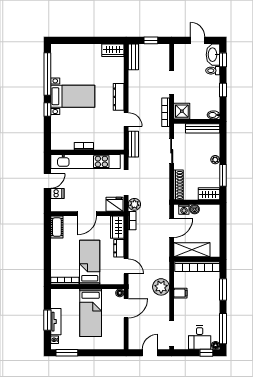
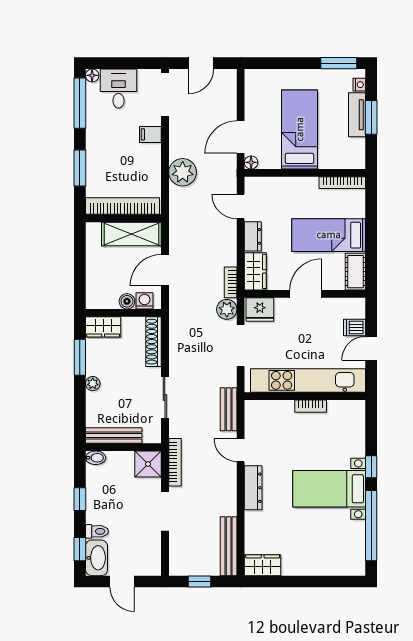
bench: (133, 57) -> (229, 546), width x1.36
bed: (90, 262) -> (329, 235), moved, turned 90
filing cabinet: (180, 293) -> (150, 134), moved
window: (206, 353) -> (107, 63), removed

